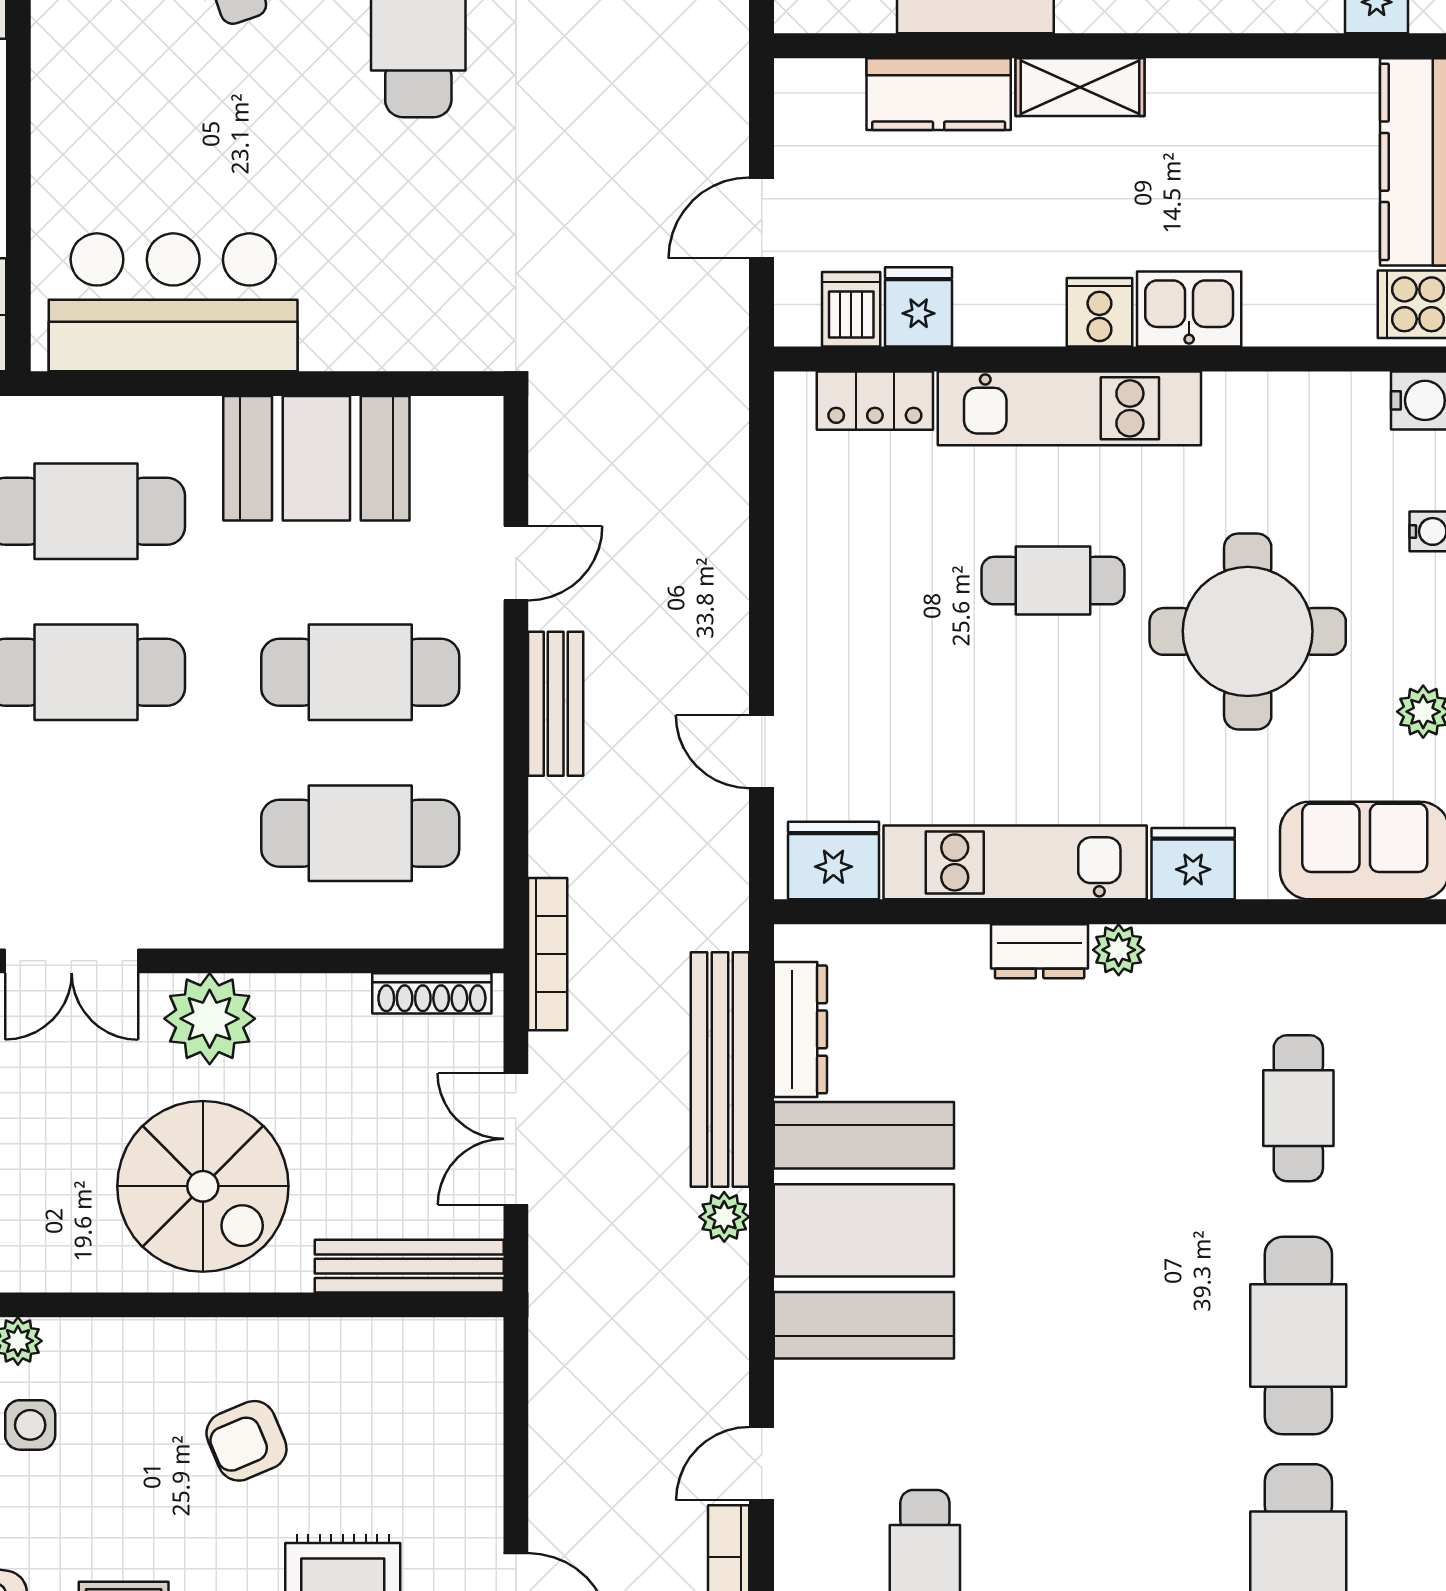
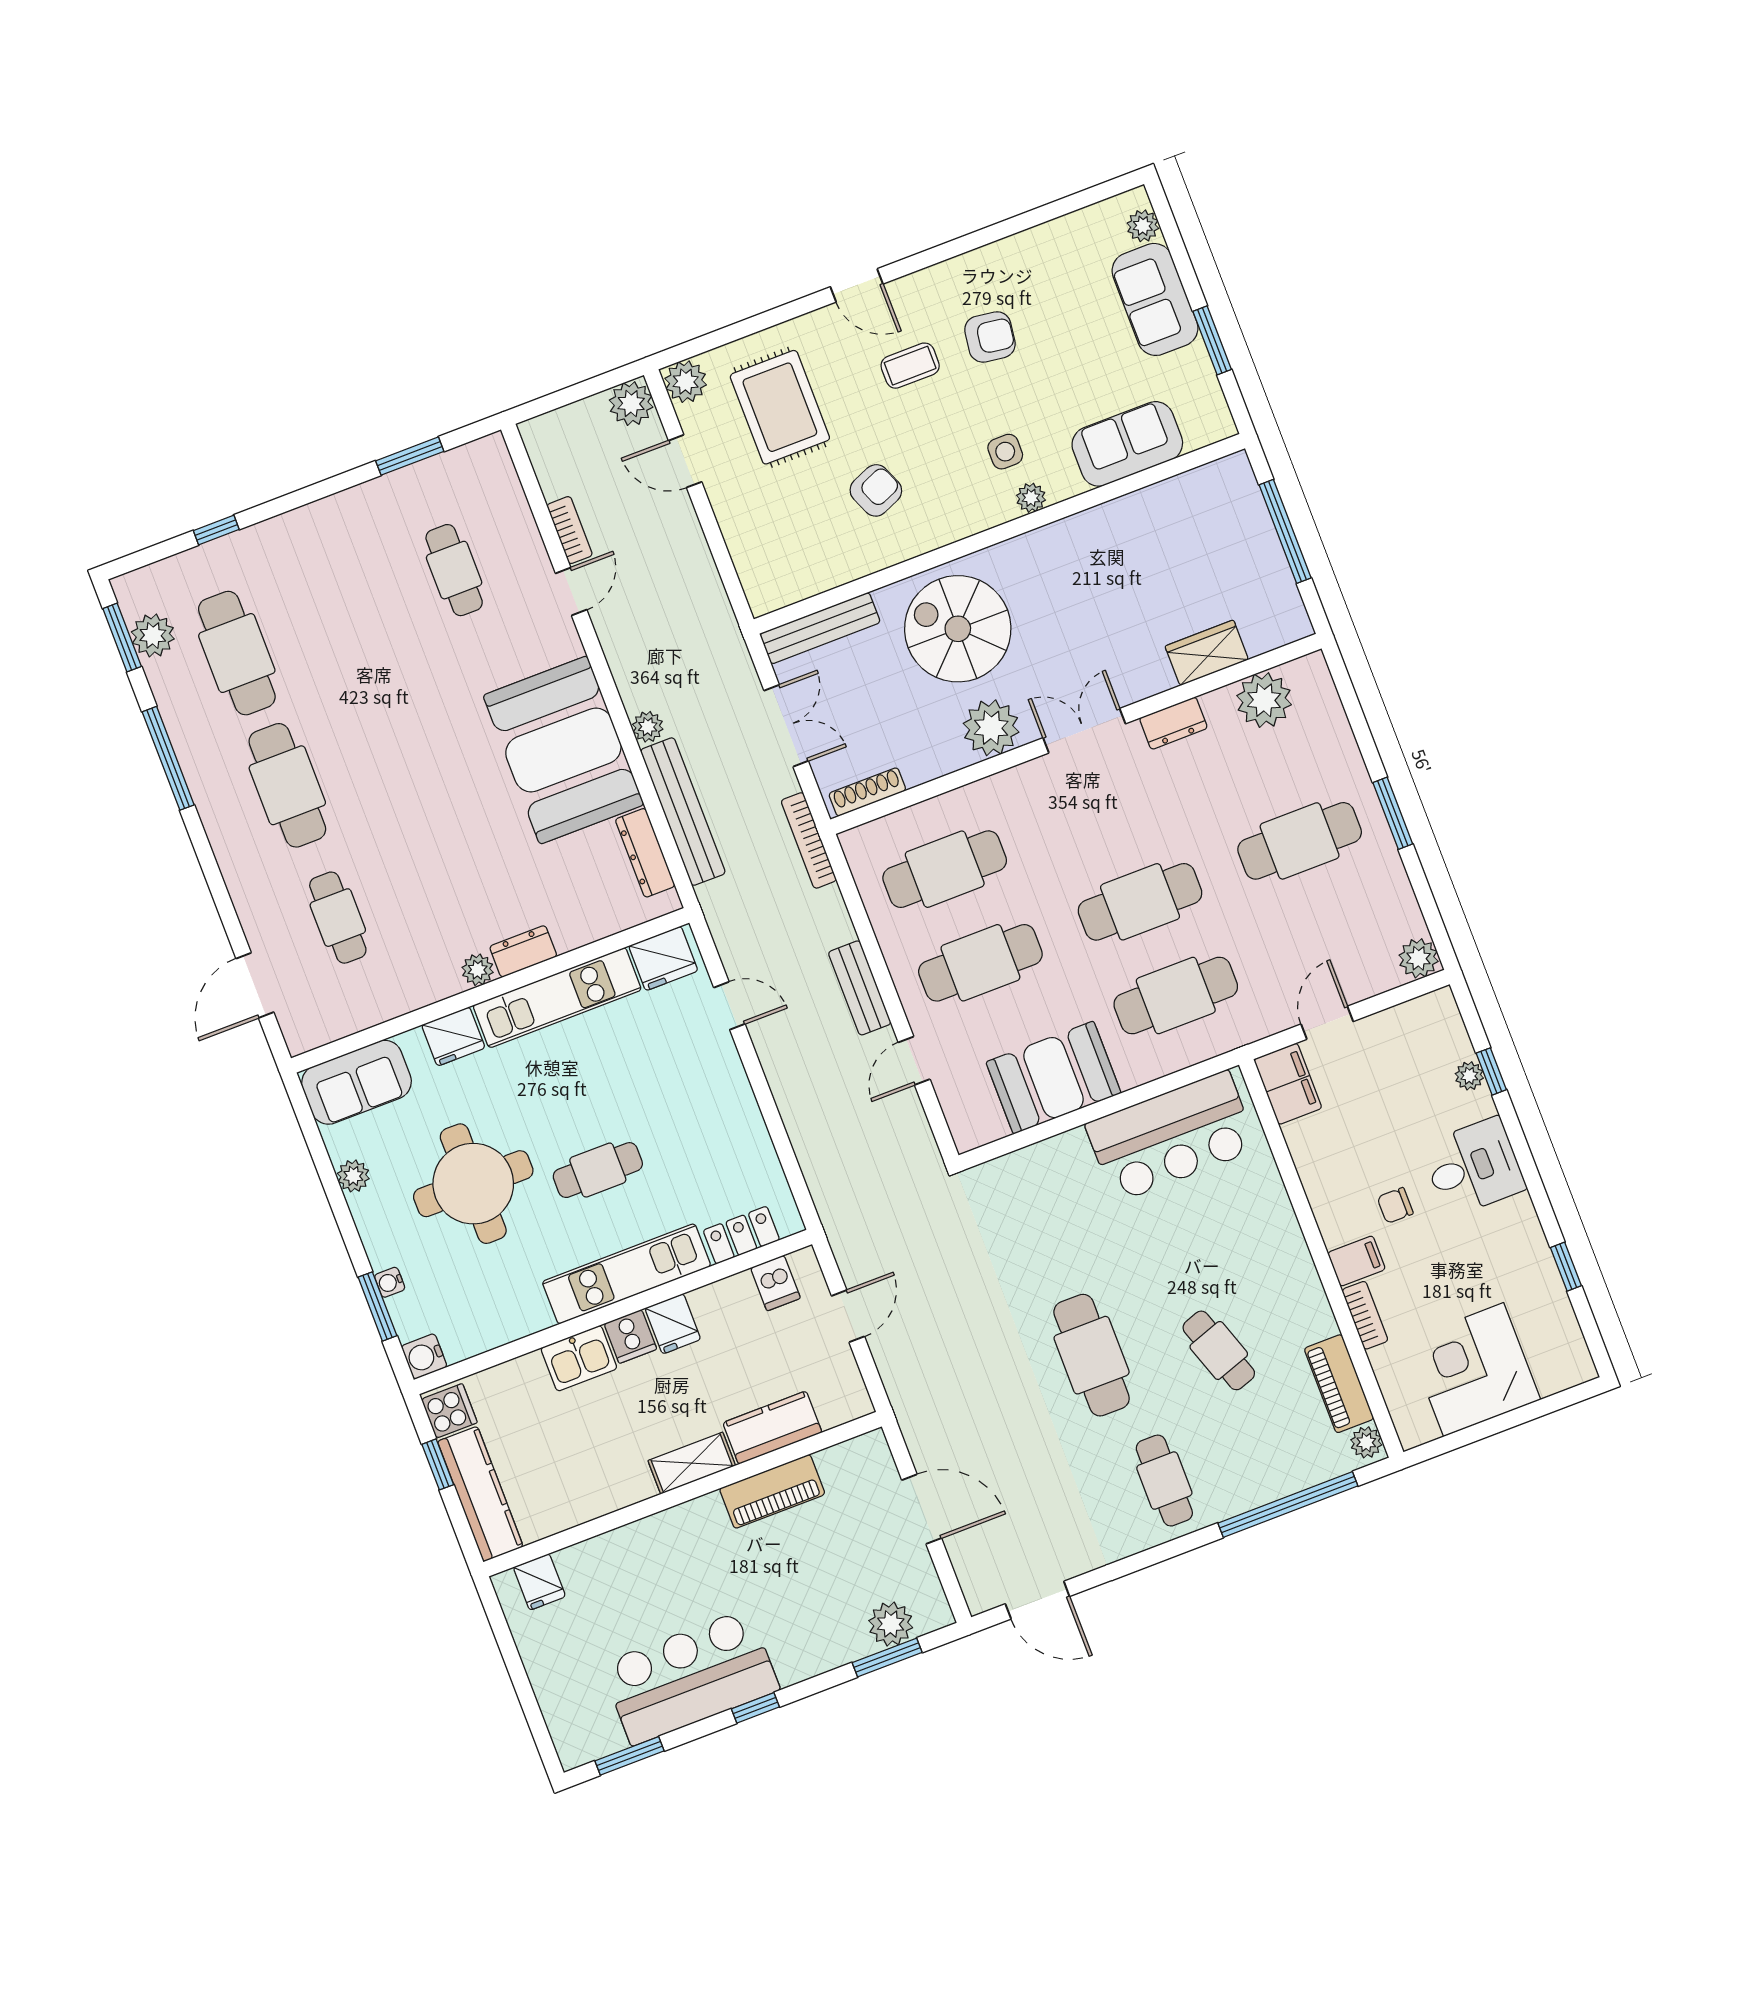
fridge: (919, 307) -> (673, 1324), moved

